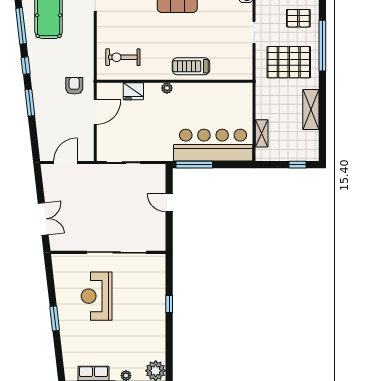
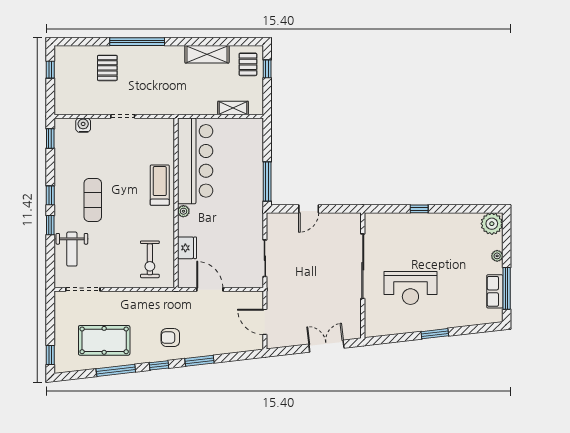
pallet: (289, 62) -> (248, 64), moved, width x0.49, depth x0.50
treadmill: (191, 66) -> (160, 185), turned 180
armchair: (74, 86) -> (170, 338), moved
bar counter: (213, 145) -> (195, 161), moved, turned 180

